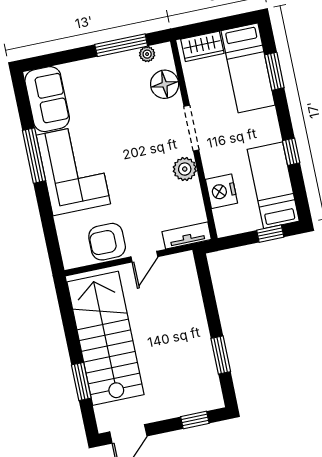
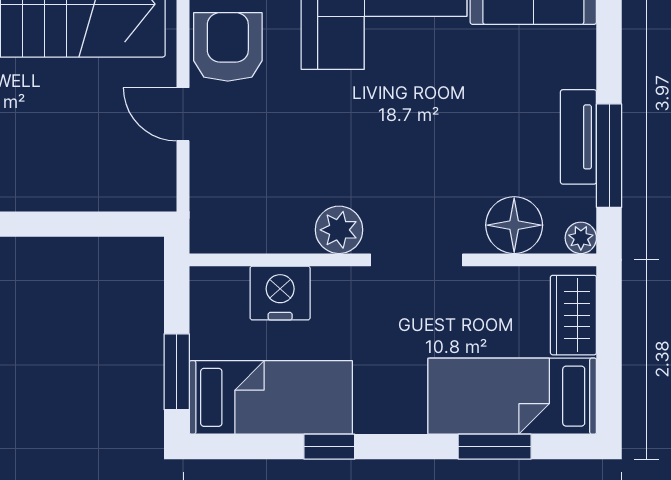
plant: (147, 54) -> (581, 238), moved
window: (270, 234) -> (177, 372), width x1.50
tv unit: (187, 236) -> (578, 137), moved, turned 180

